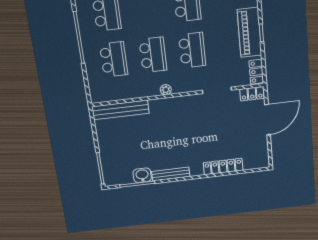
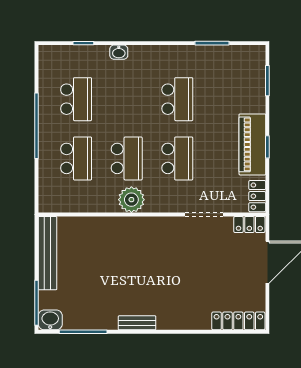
plant: (166, 90) -> (131, 200), width x1.88, depth x1.88
bench: (120, 110) -> (48, 253), moved, turned 90
locker: (223, 166) -> (238, 321), moved
bench: (171, 174) -> (137, 323), width x0.73
washbasin: (142, 175) -> (50, 320), moved

